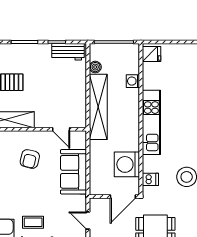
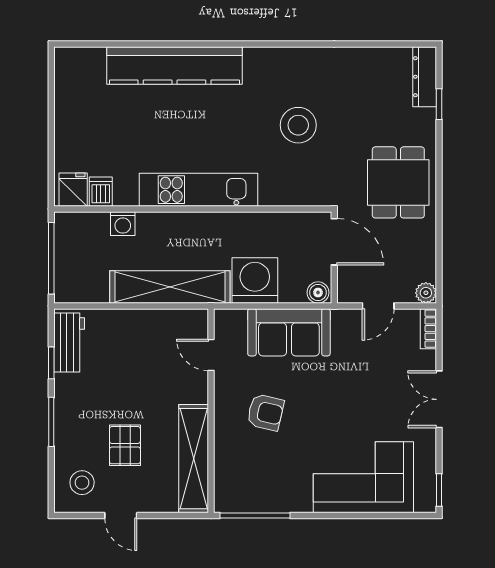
boiler: (95, 67) -> (318, 293), moved
door: (61, 129) -> (211, 355), swing flipped
washing machine: (127, 164) -> (255, 280), moved, turned 180
dishwasher: (150, 179) -> (101, 192), moved
coffee table: (33, 222) -> (381, 406), removed

